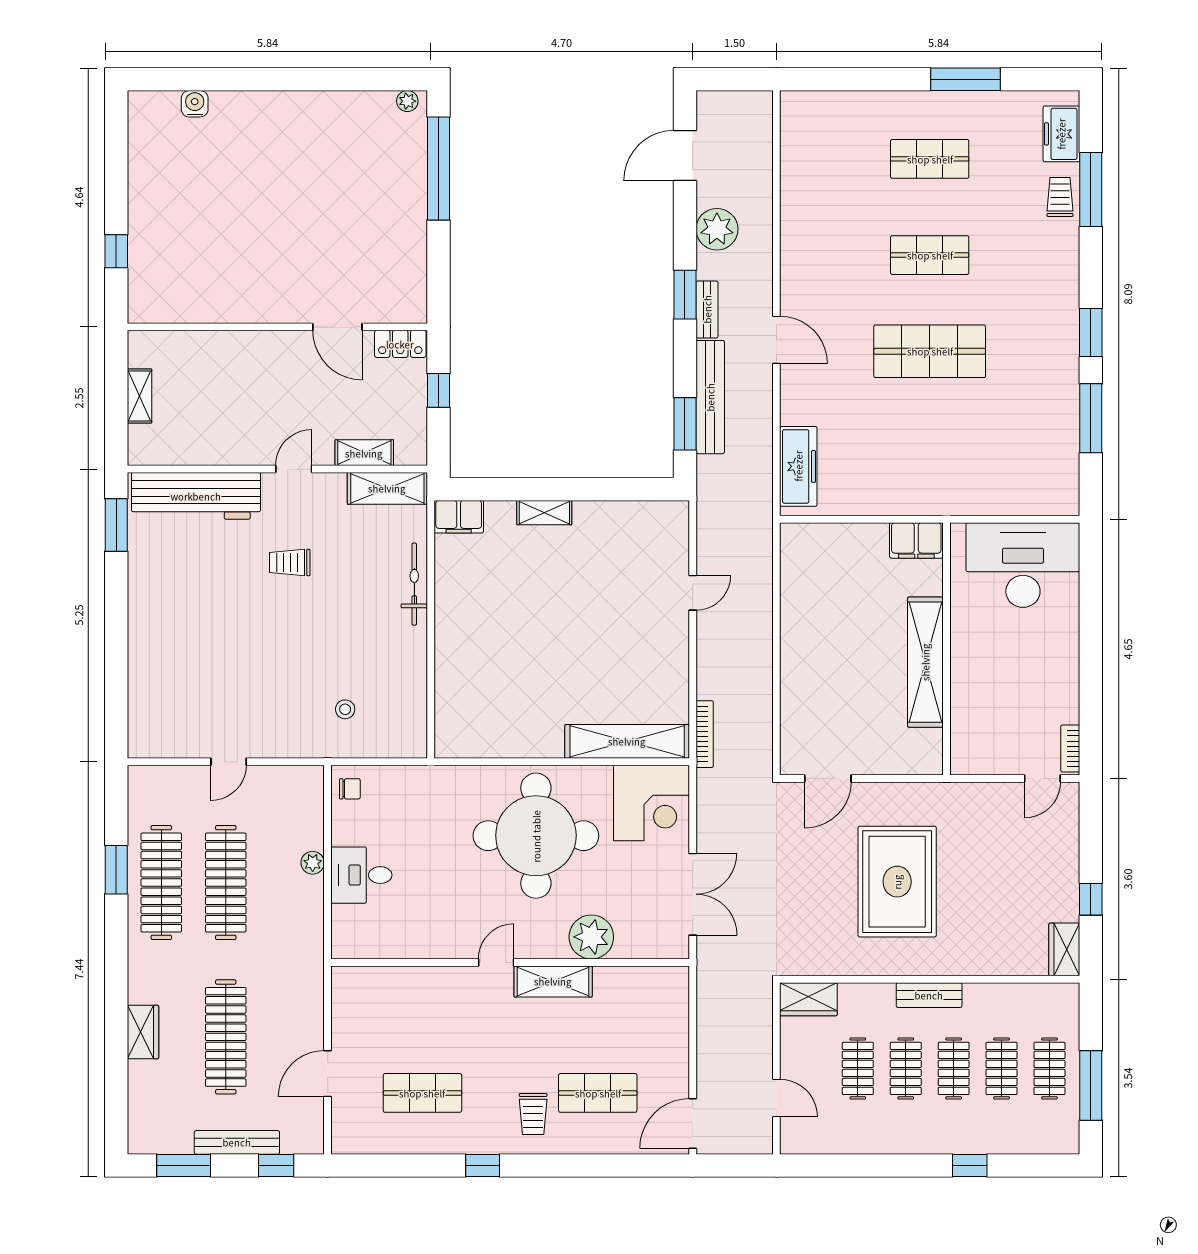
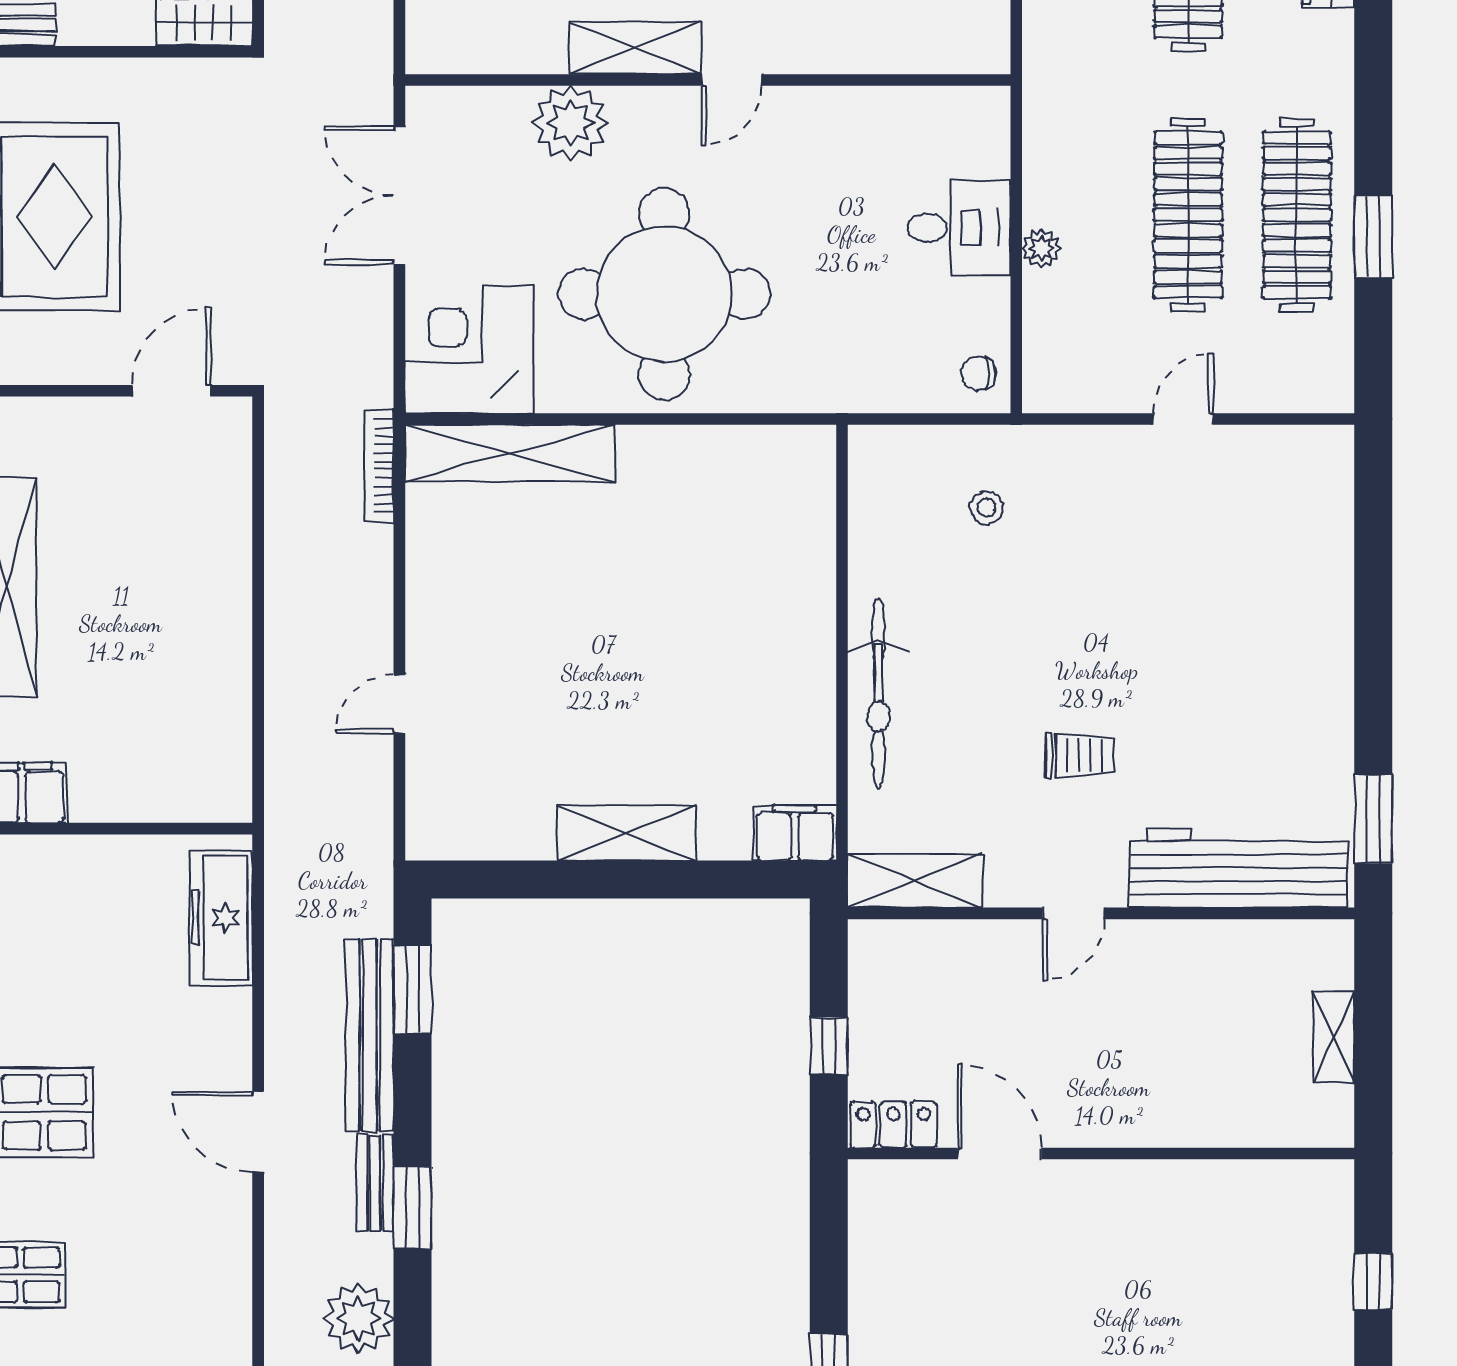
shelving: (364, 453) -> (954, 941), removed
shelving: (544, 513) -> (627, 833), width x1.50, depth x1.33
bicycle: (414, 584) -> (879, 694), width x1.37, depth x1.40

